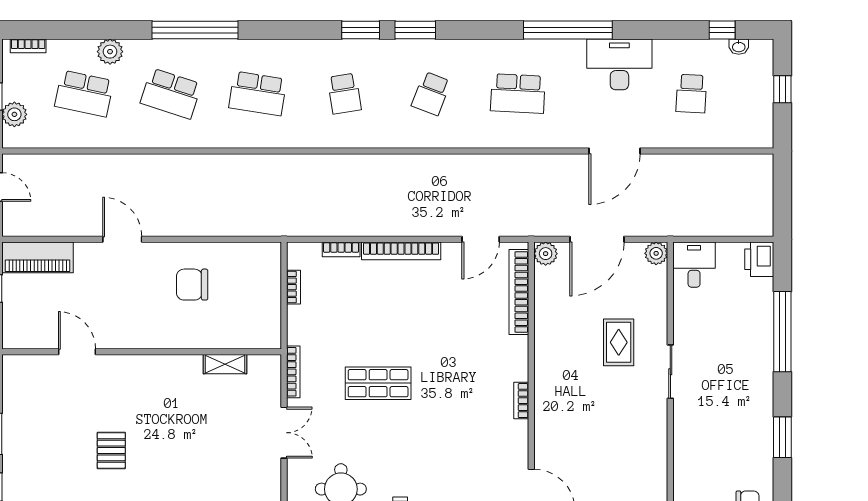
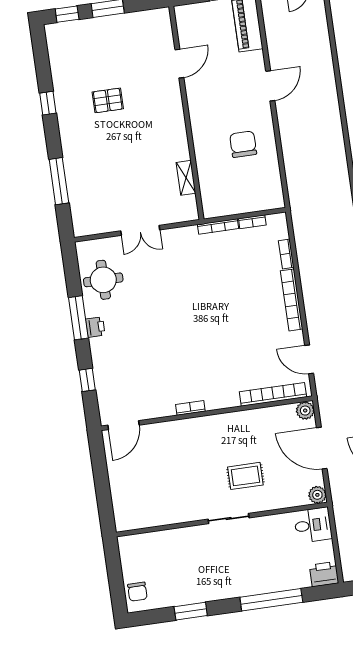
bookcase: (293, 372) -> (218, 226), moved
shop shelf: (378, 383) -> (188, 297), removed

